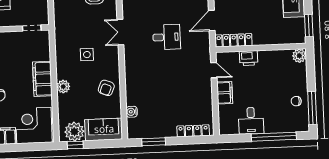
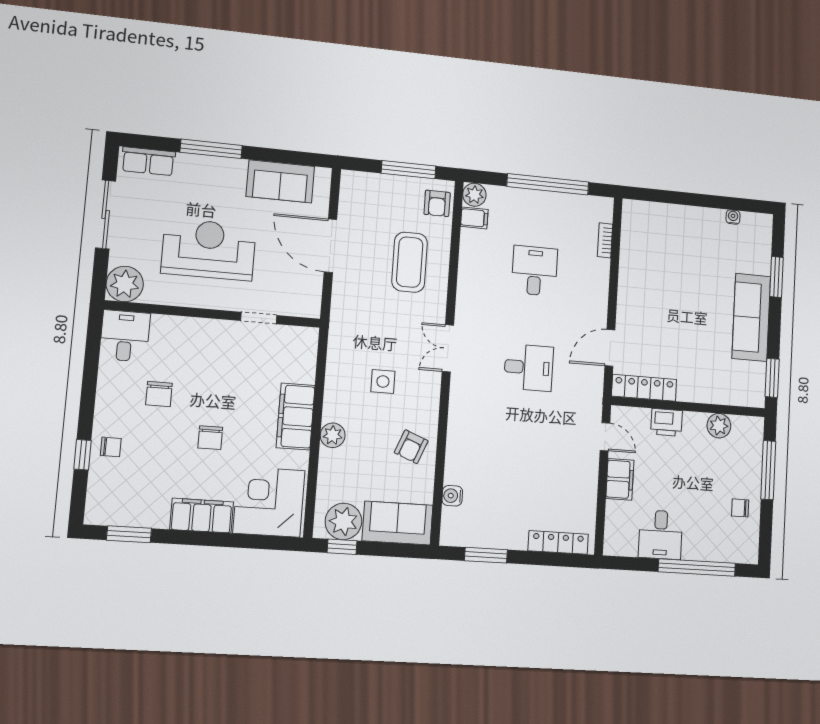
doorway: (32, 28) -> (259, 318), moved
plant: (299, 56) -> (719, 426), moved
window: (312, 108) -> (768, 470), moved

